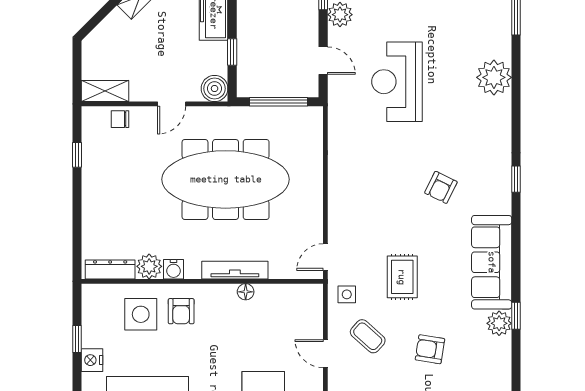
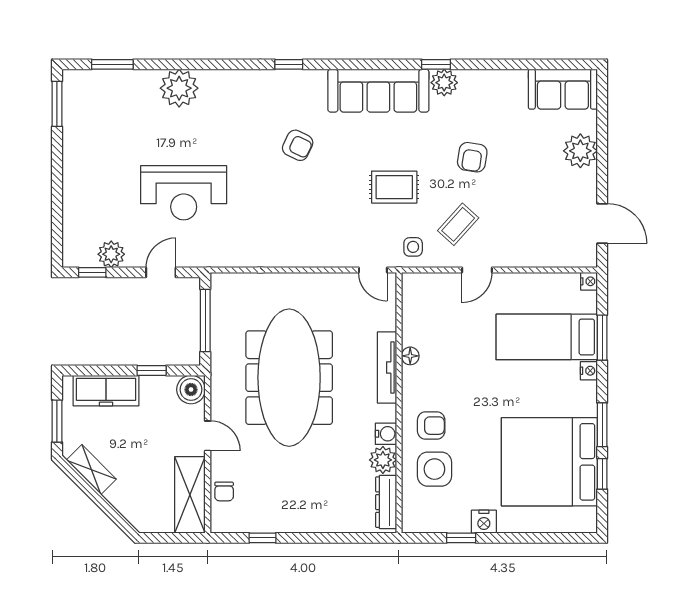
shelving: (105, 91) -> (190, 495), width x1.50, depth x1.33

